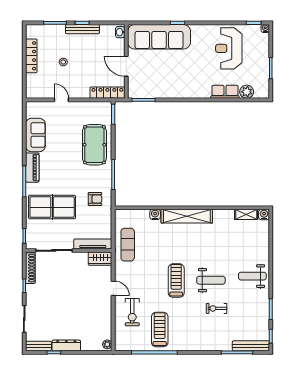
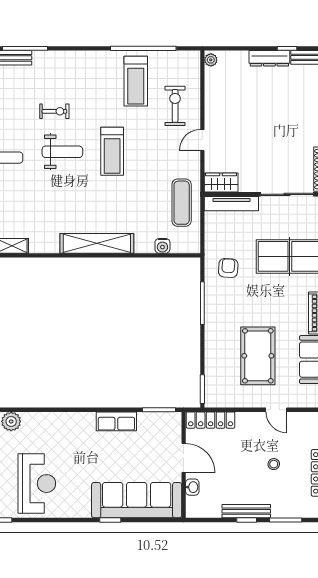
washbasin: (120, 32) -> (192, 487), moved
row of seats: (225, 92) -> (116, 421), moved
pool table: (94, 145) -> (258, 356), moved
armchair: (95, 199) -> (228, 268), turned 94
water cooler: (155, 214) -> (162, 246), moved
weight bench: (211, 280) -> (62, 152), turned 180
door: (113, 288) -> (202, 140), hinge flipped

